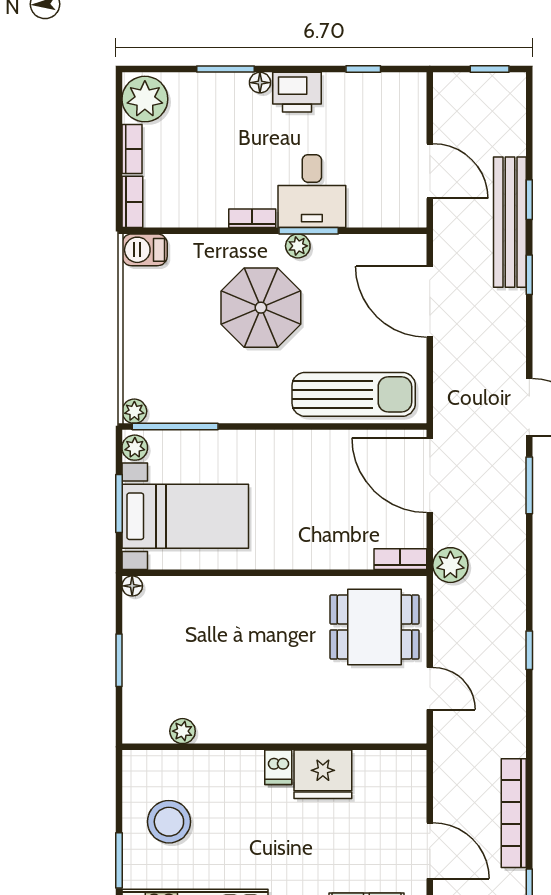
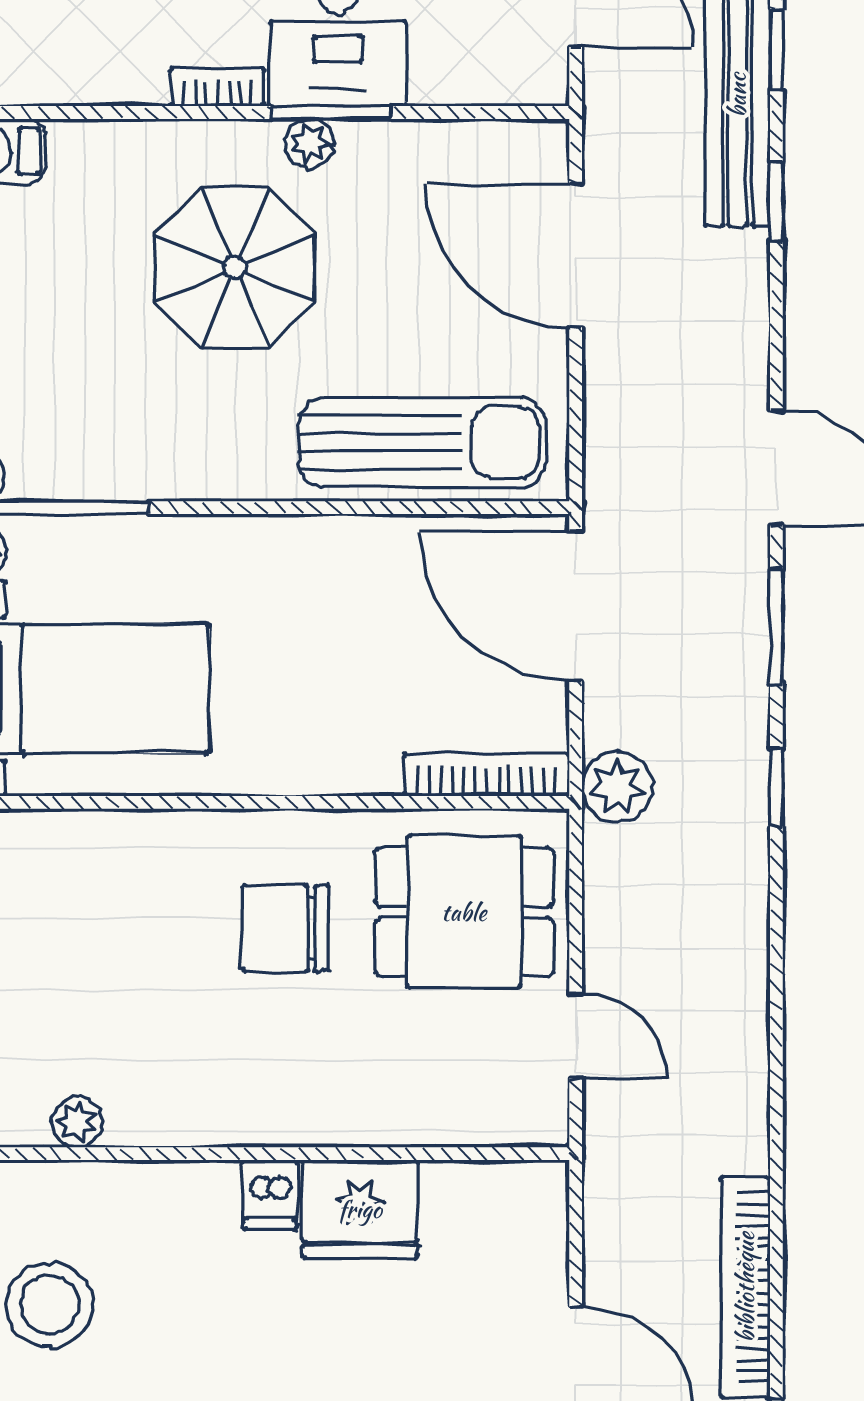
bookcase: (400, 559) -> (487, 775), width x1.56
chair: (286, 635) -> (286, 928), added
window: (529, 650) -> (776, 787), moved

